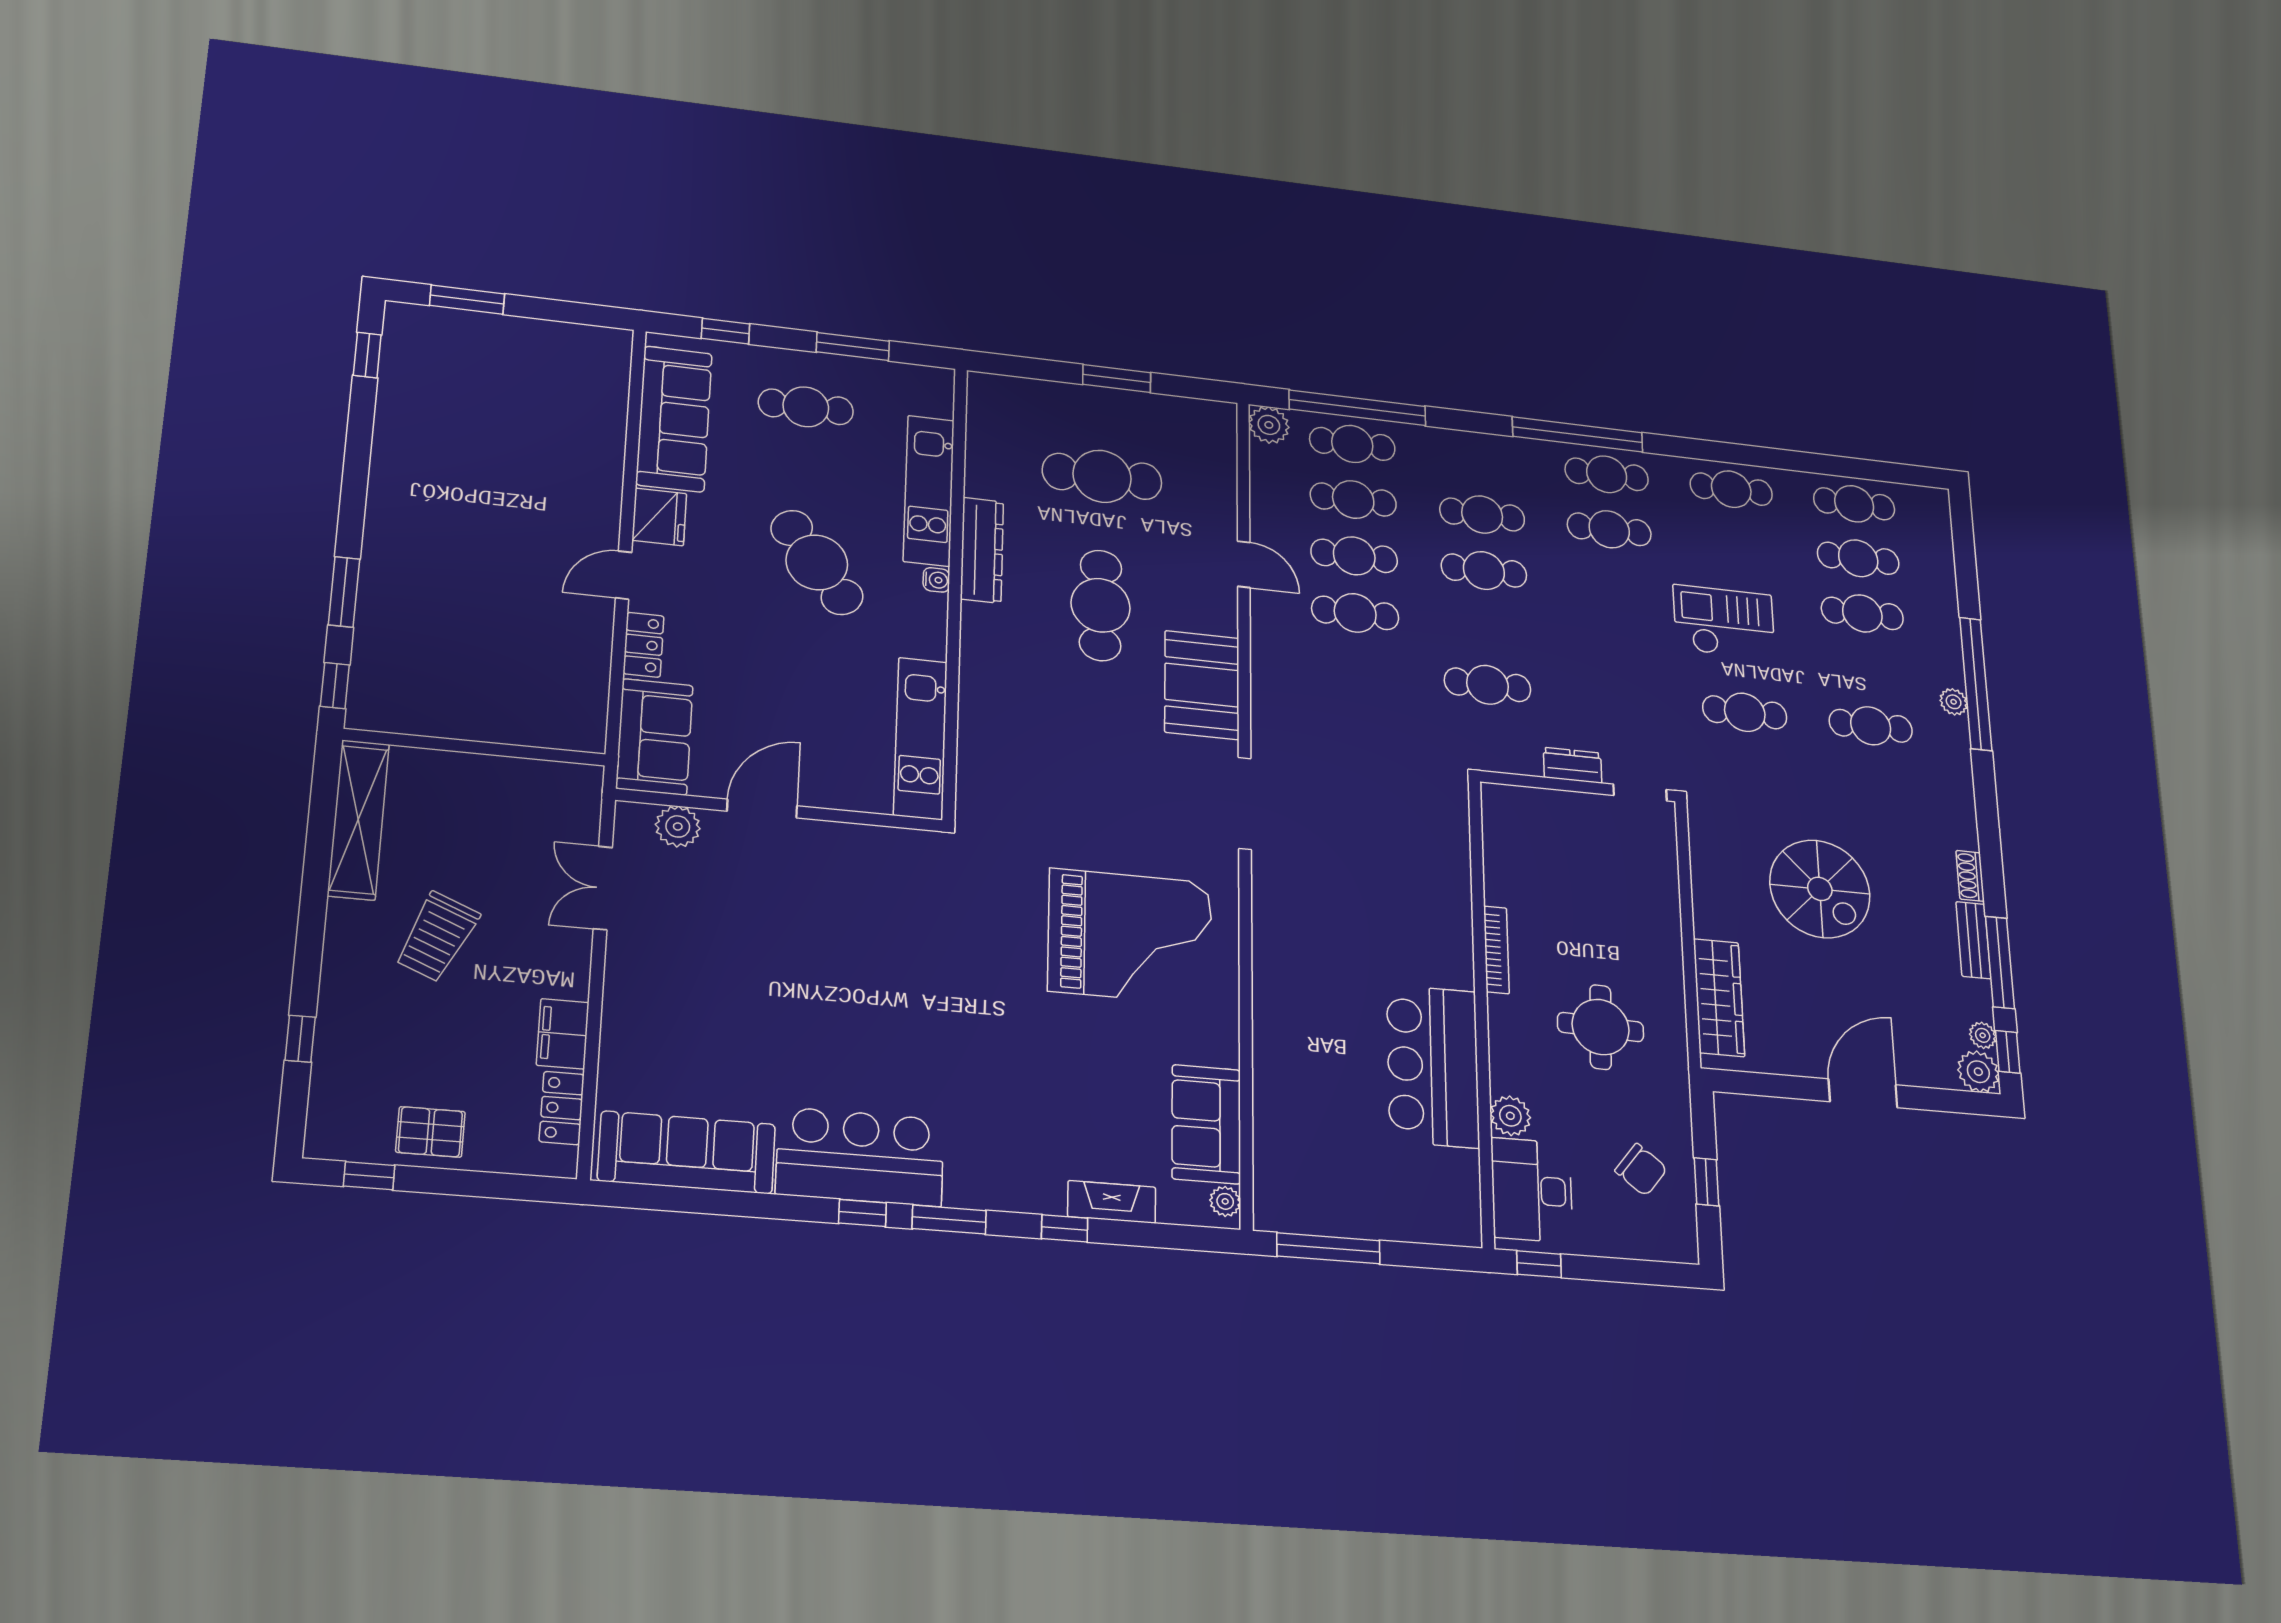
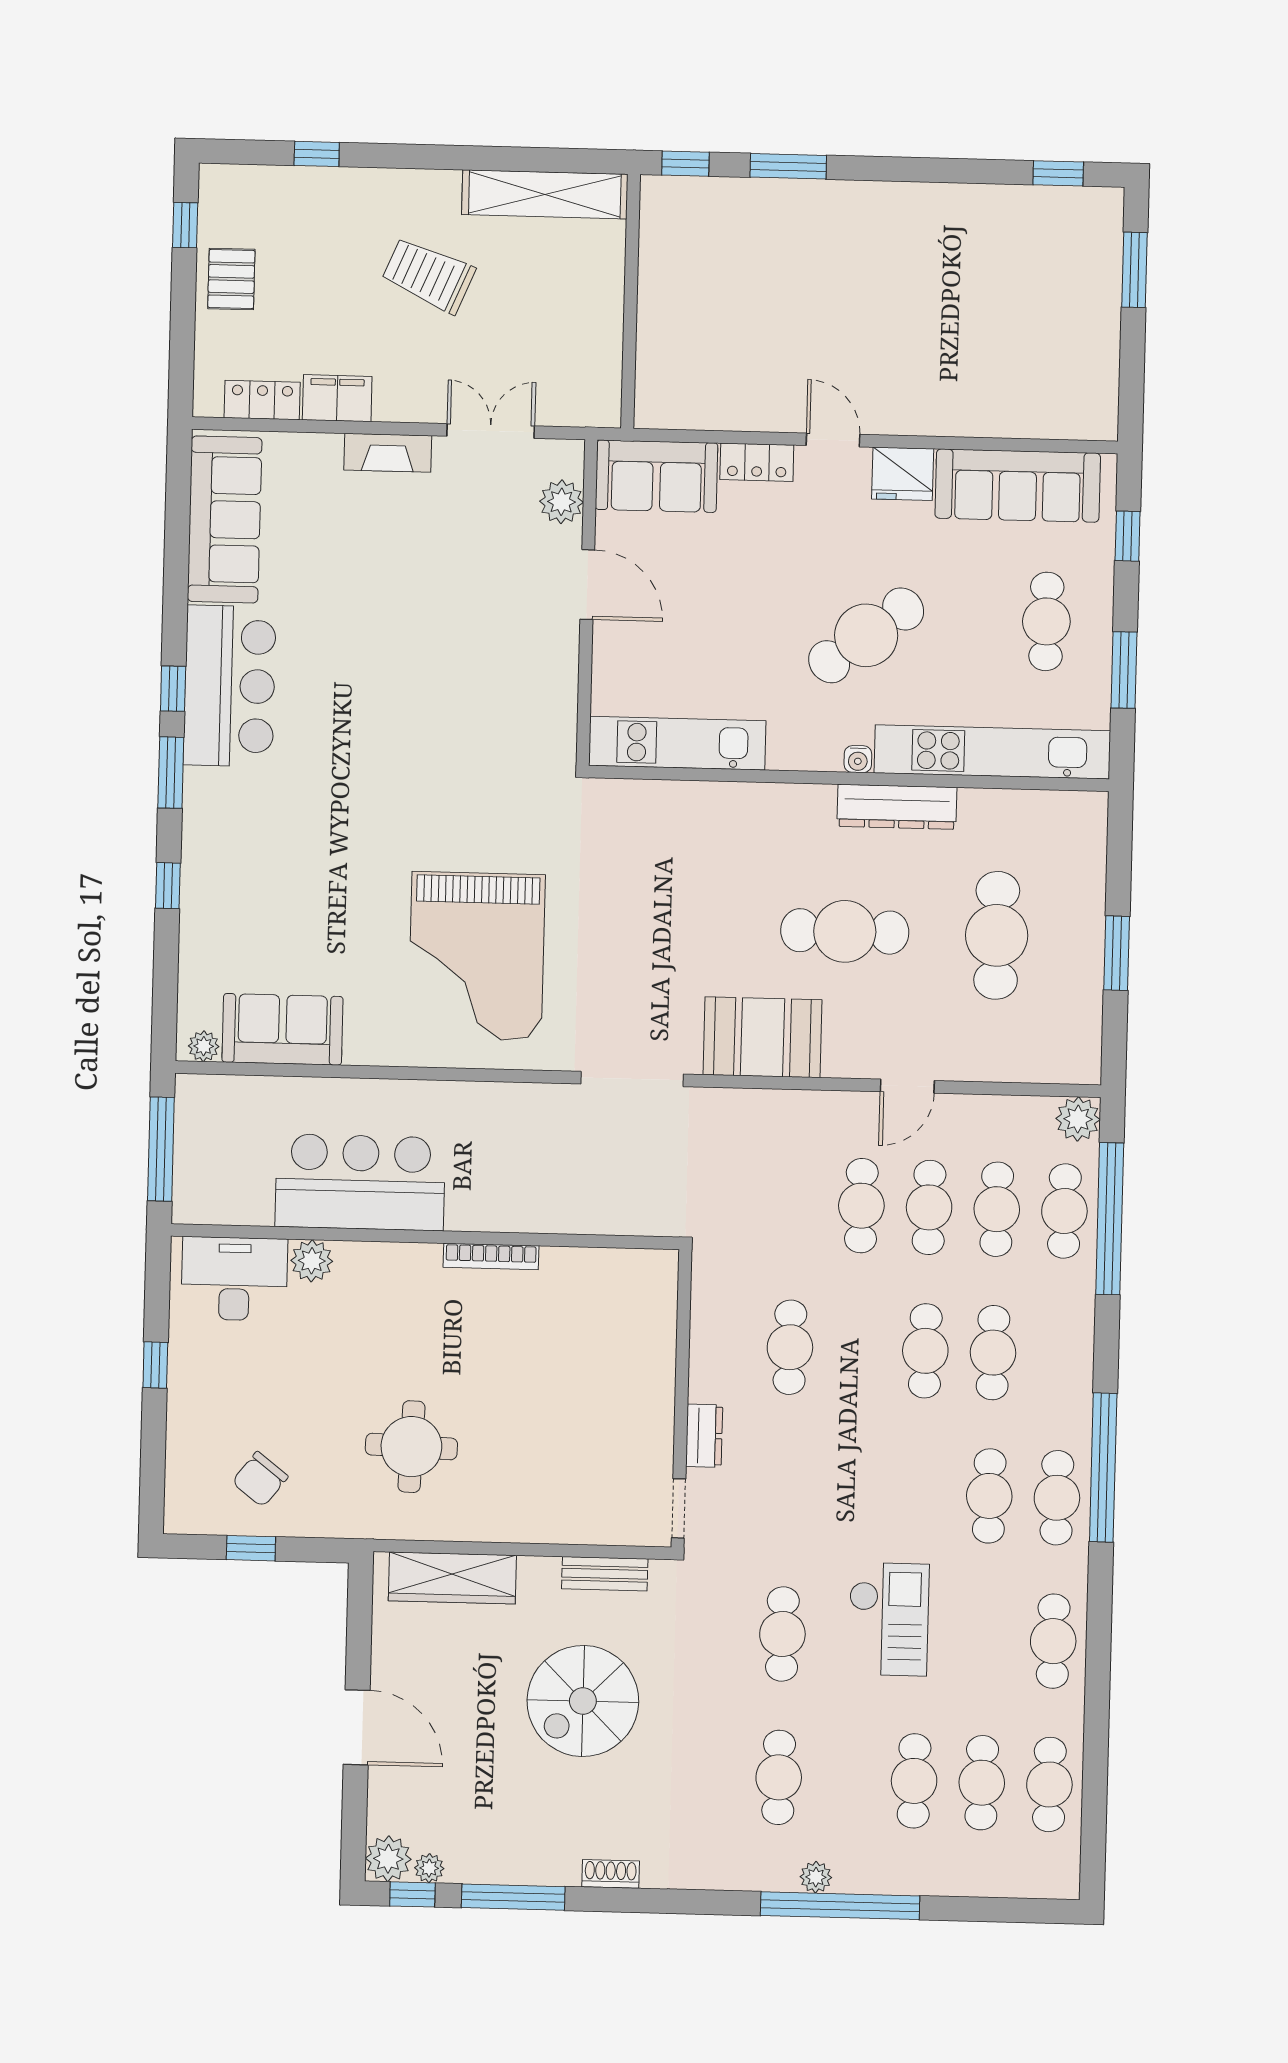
kitchen unit: (929, 491) -> (992, 752), width x1.36
bench: (1973, 940) -> (605, 1574), moved
bookcase: (1496, 950) -> (491, 1256), moved
wall: (1481, 1009) -> (425, 1237), moved
bar counter: (1433, 1066) -> (360, 1182), moved
plant: (1510, 1116) -> (312, 1261), moved
desk: (1532, 1190) -> (234, 1279), moved
fireplace: (1112, 1202) -> (388, 453), moved, turned 90

